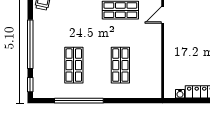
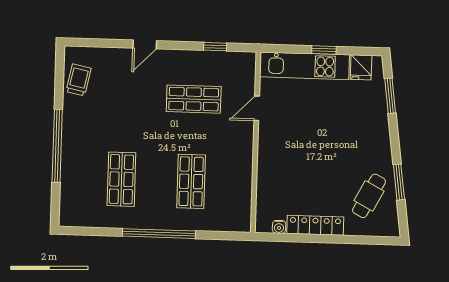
window: (30, 85) -> (55, 206), removed
window: (79, 101) -> (159, 234), moved

